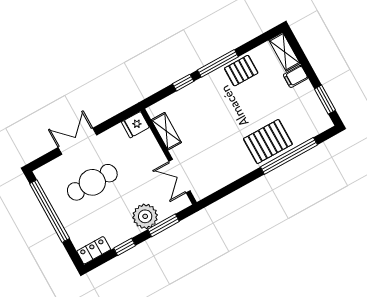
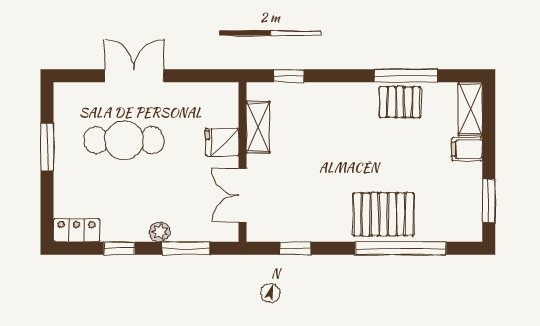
window: (218, 63) -> (406, 76), moved
window: (183, 83) -> (289, 76), moved
fridge: (135, 125) -> (222, 142), moved
window: (227, 190) -> (295, 248), added
window: (50, 211) -> (47, 147), width x0.47
plant: (145, 216) -> (160, 232), width x0.53, depth x0.53

